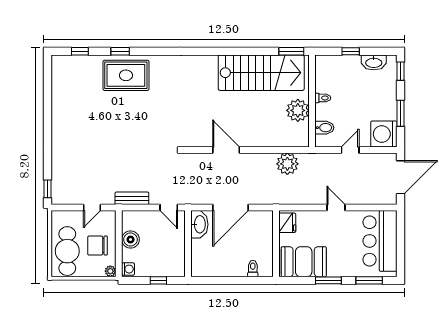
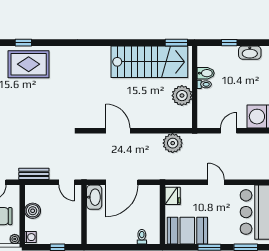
bidet: (324, 128) -> (206, 73), moved

